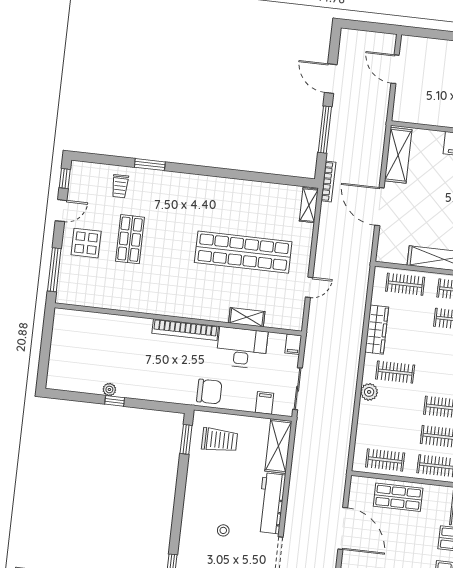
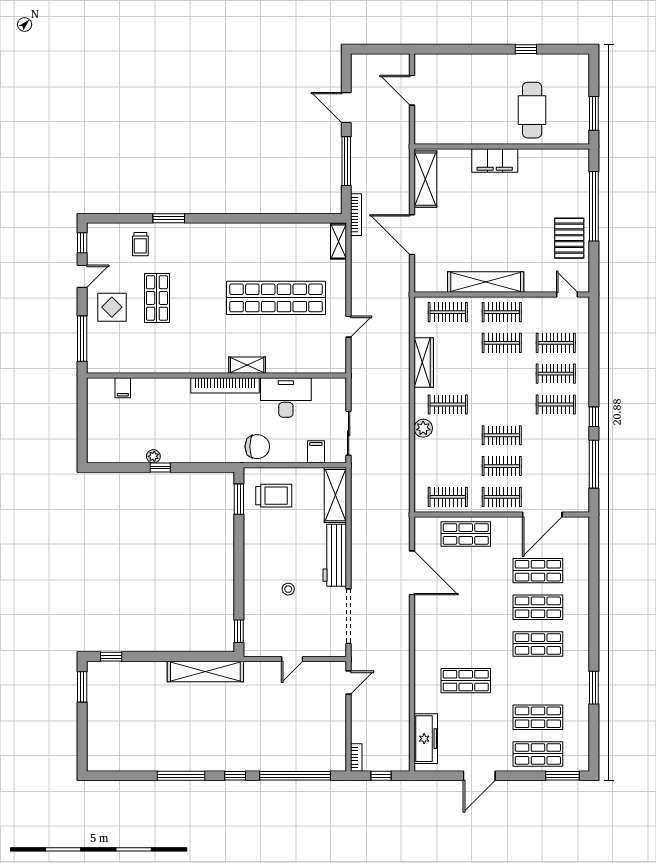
shelving: (247, 317) -> (247, 365), moved
filing cabinet: (293, 344) -> (123, 388), moved

